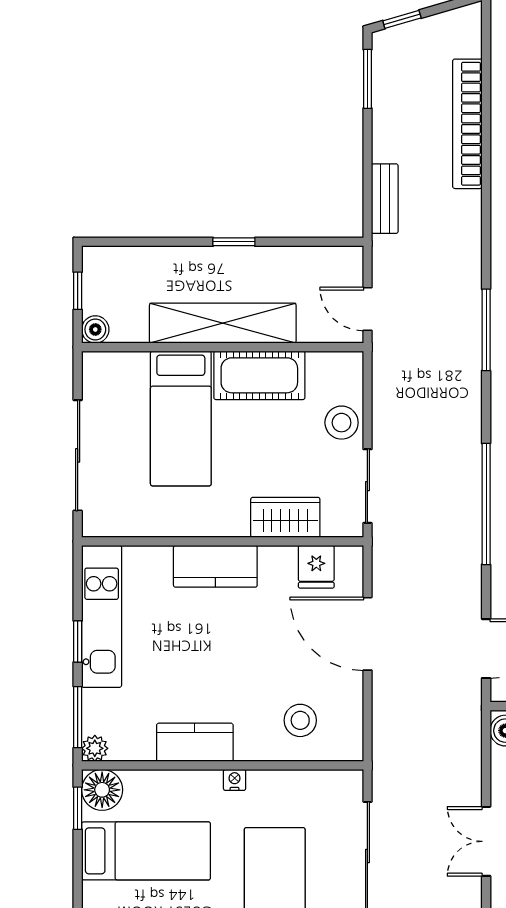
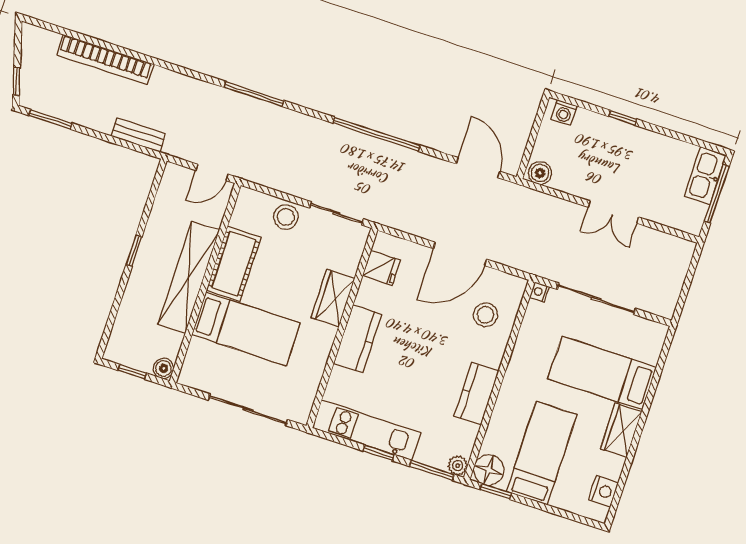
wardrobe: (285, 517) -> (333, 298), moved
door: (367, 634) -> (460, 254), moved
nightstand: (235, 780) -> (539, 292), moved

